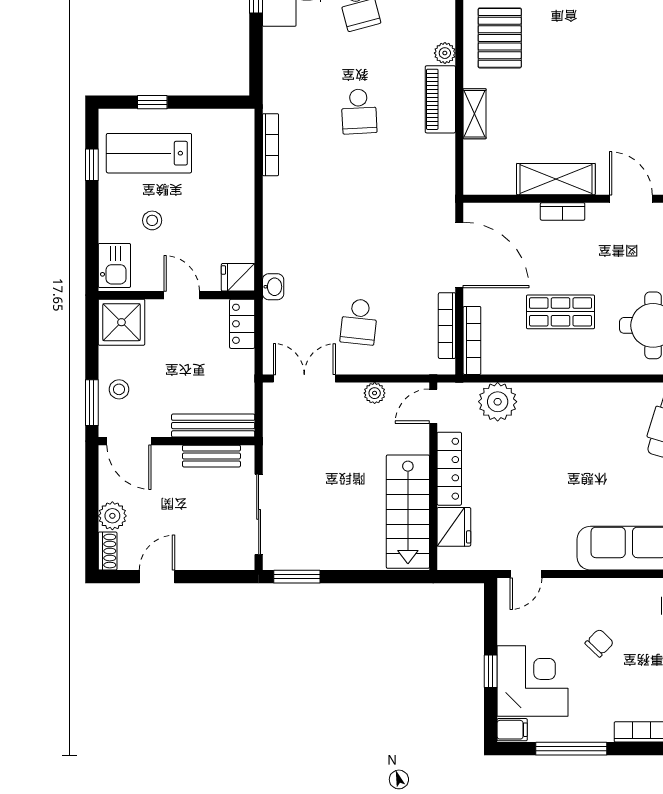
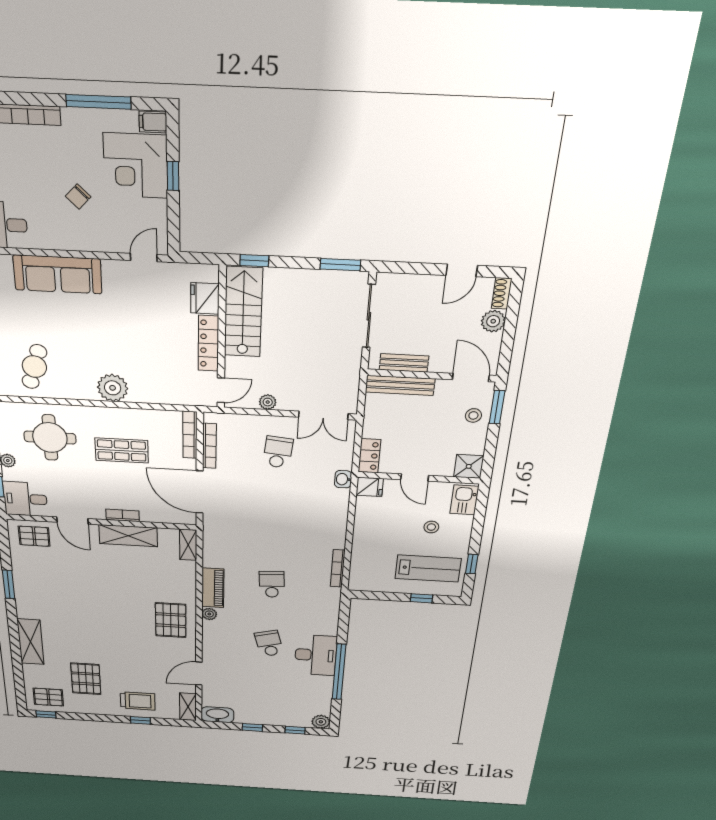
shelving: (475, 114) -> (188, 545), moved
shower: (121, 322) -> (469, 466), width x0.73, depth x0.73
plant: (498, 402) -> (113, 388), moved
window: (397, 577) -> (254, 261), added

